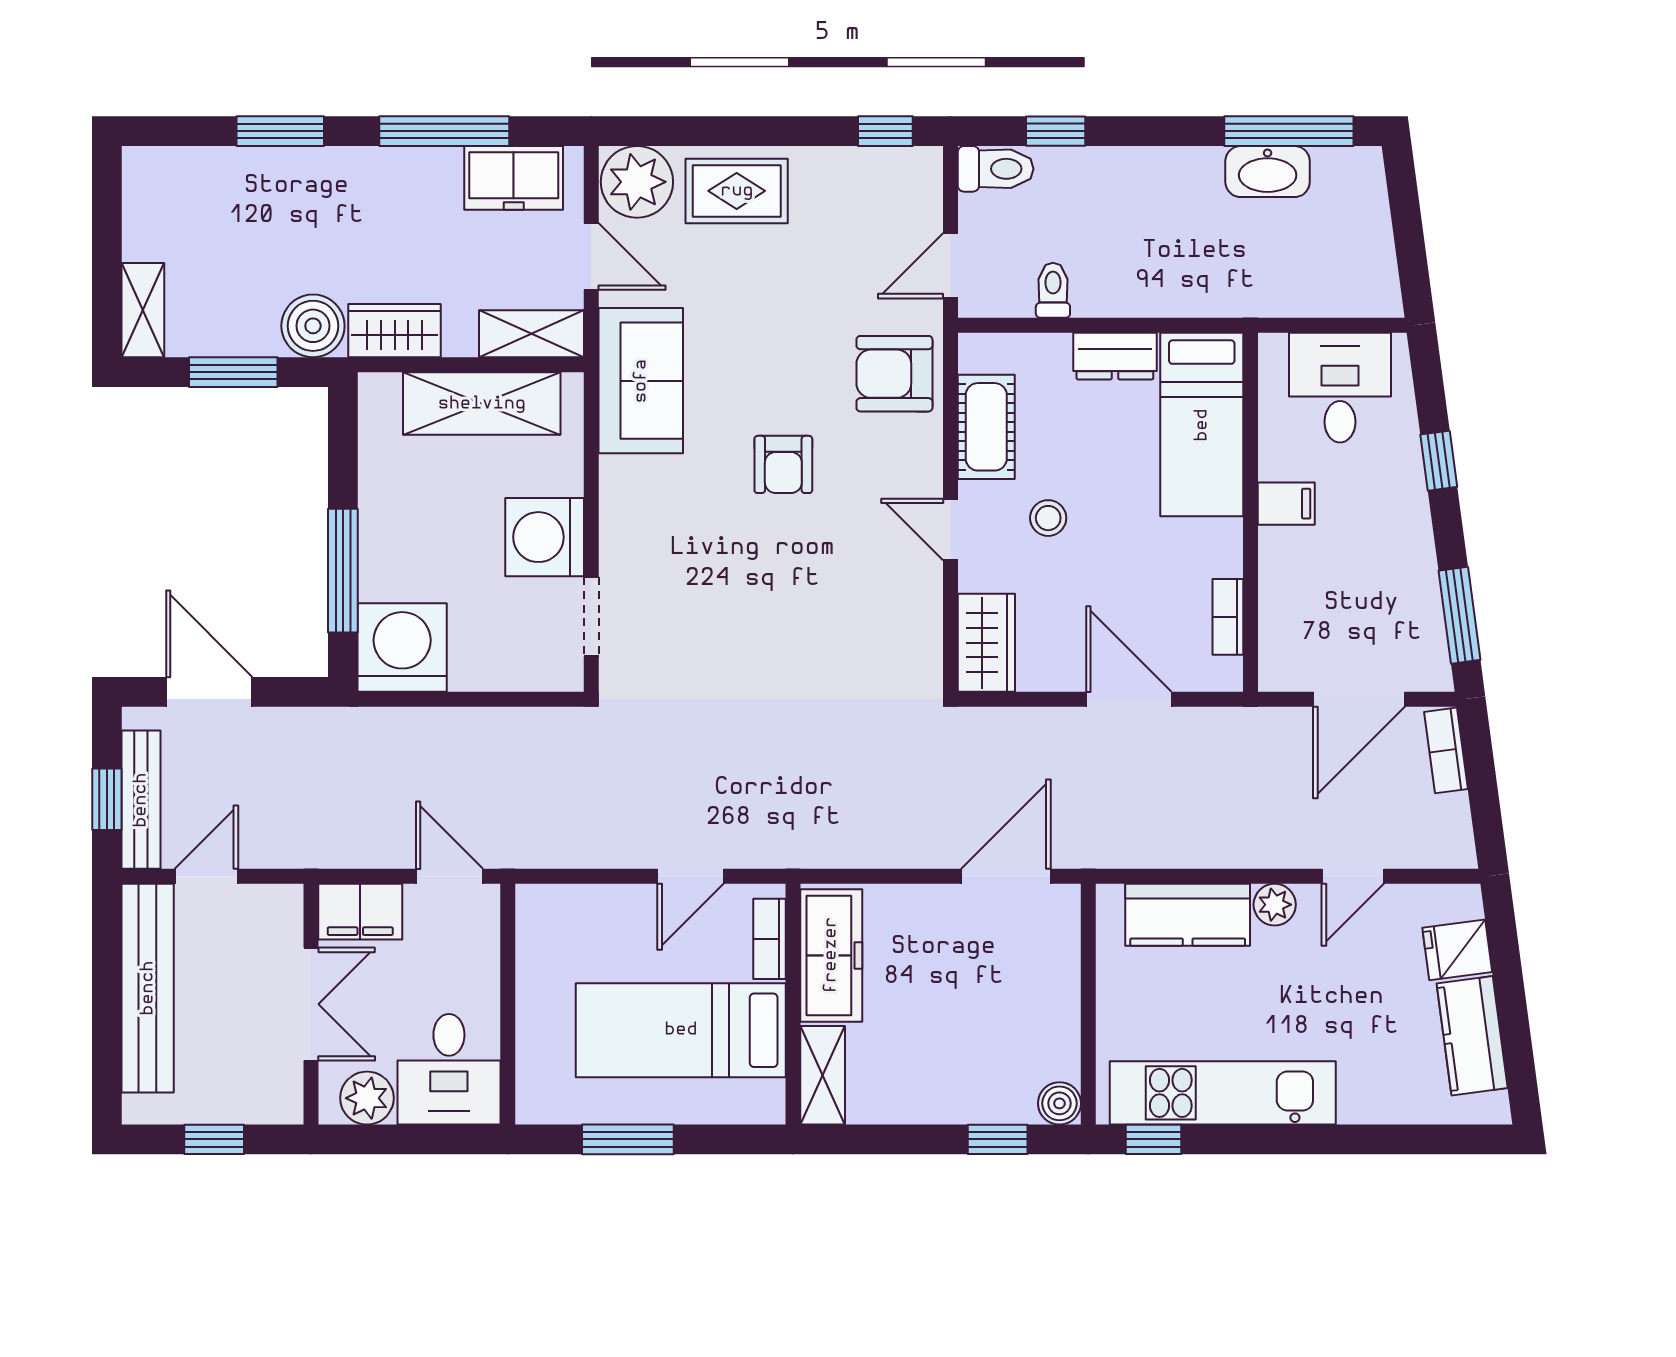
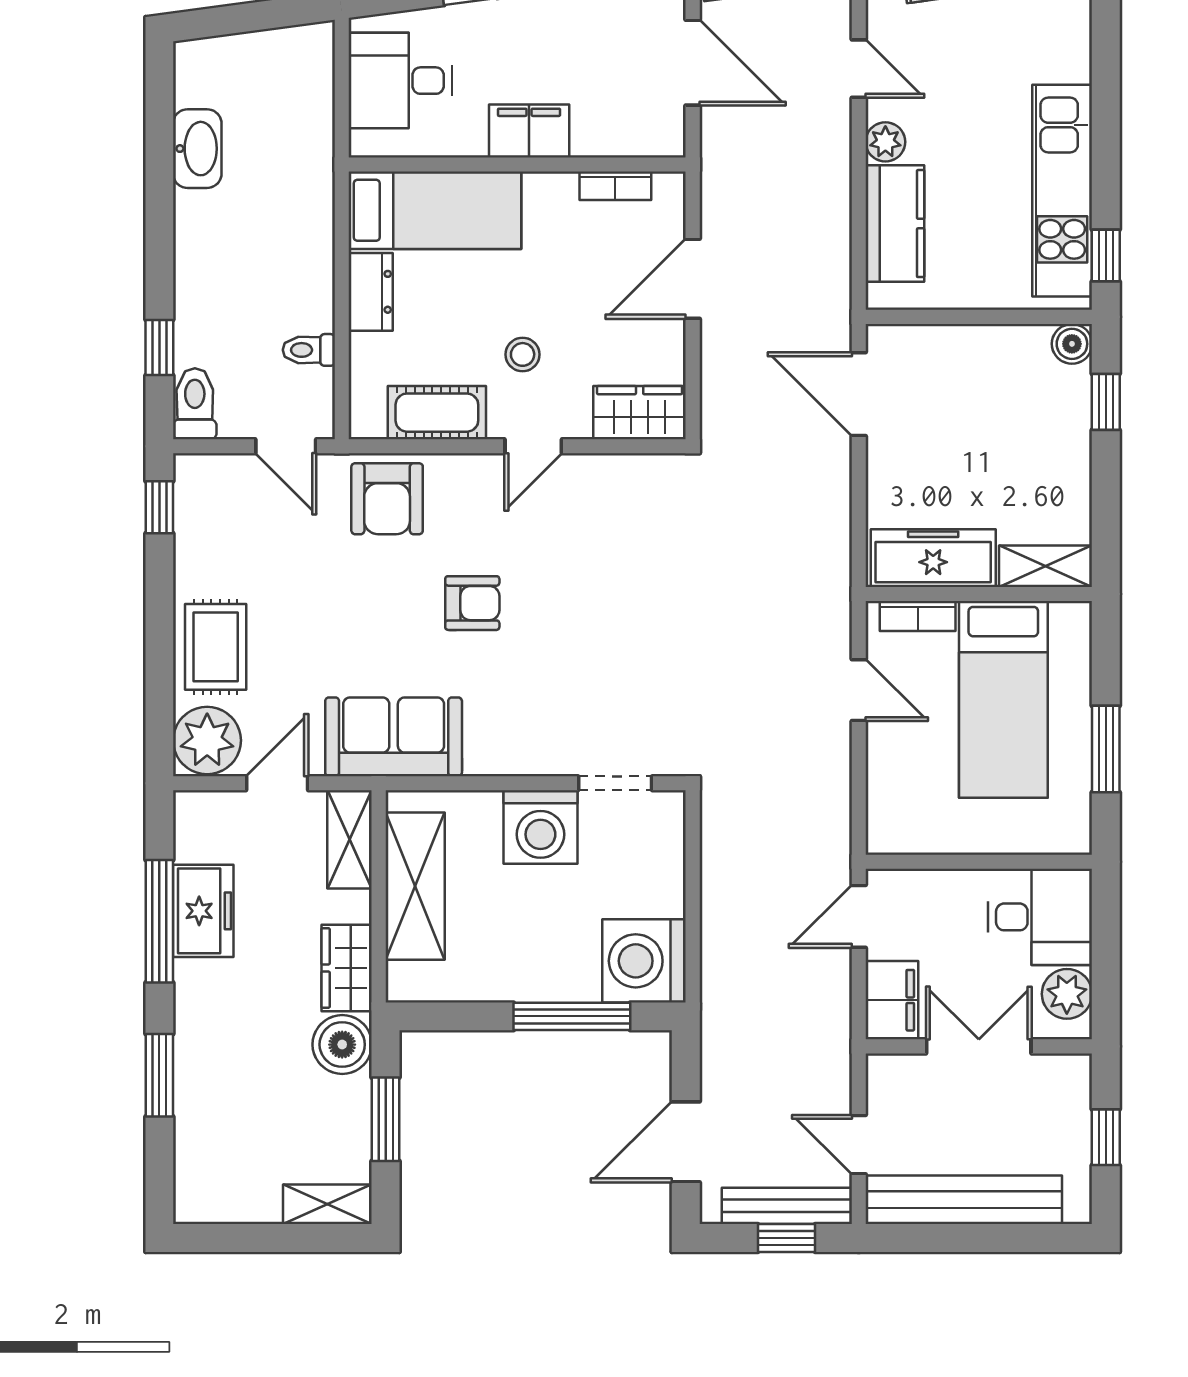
window: (1289, 131) -> (159, 129), removed
freezer: (514, 178) -> (203, 911), moved
filing cabinet: (1286, 504) -> (529, 131), width x2.00

